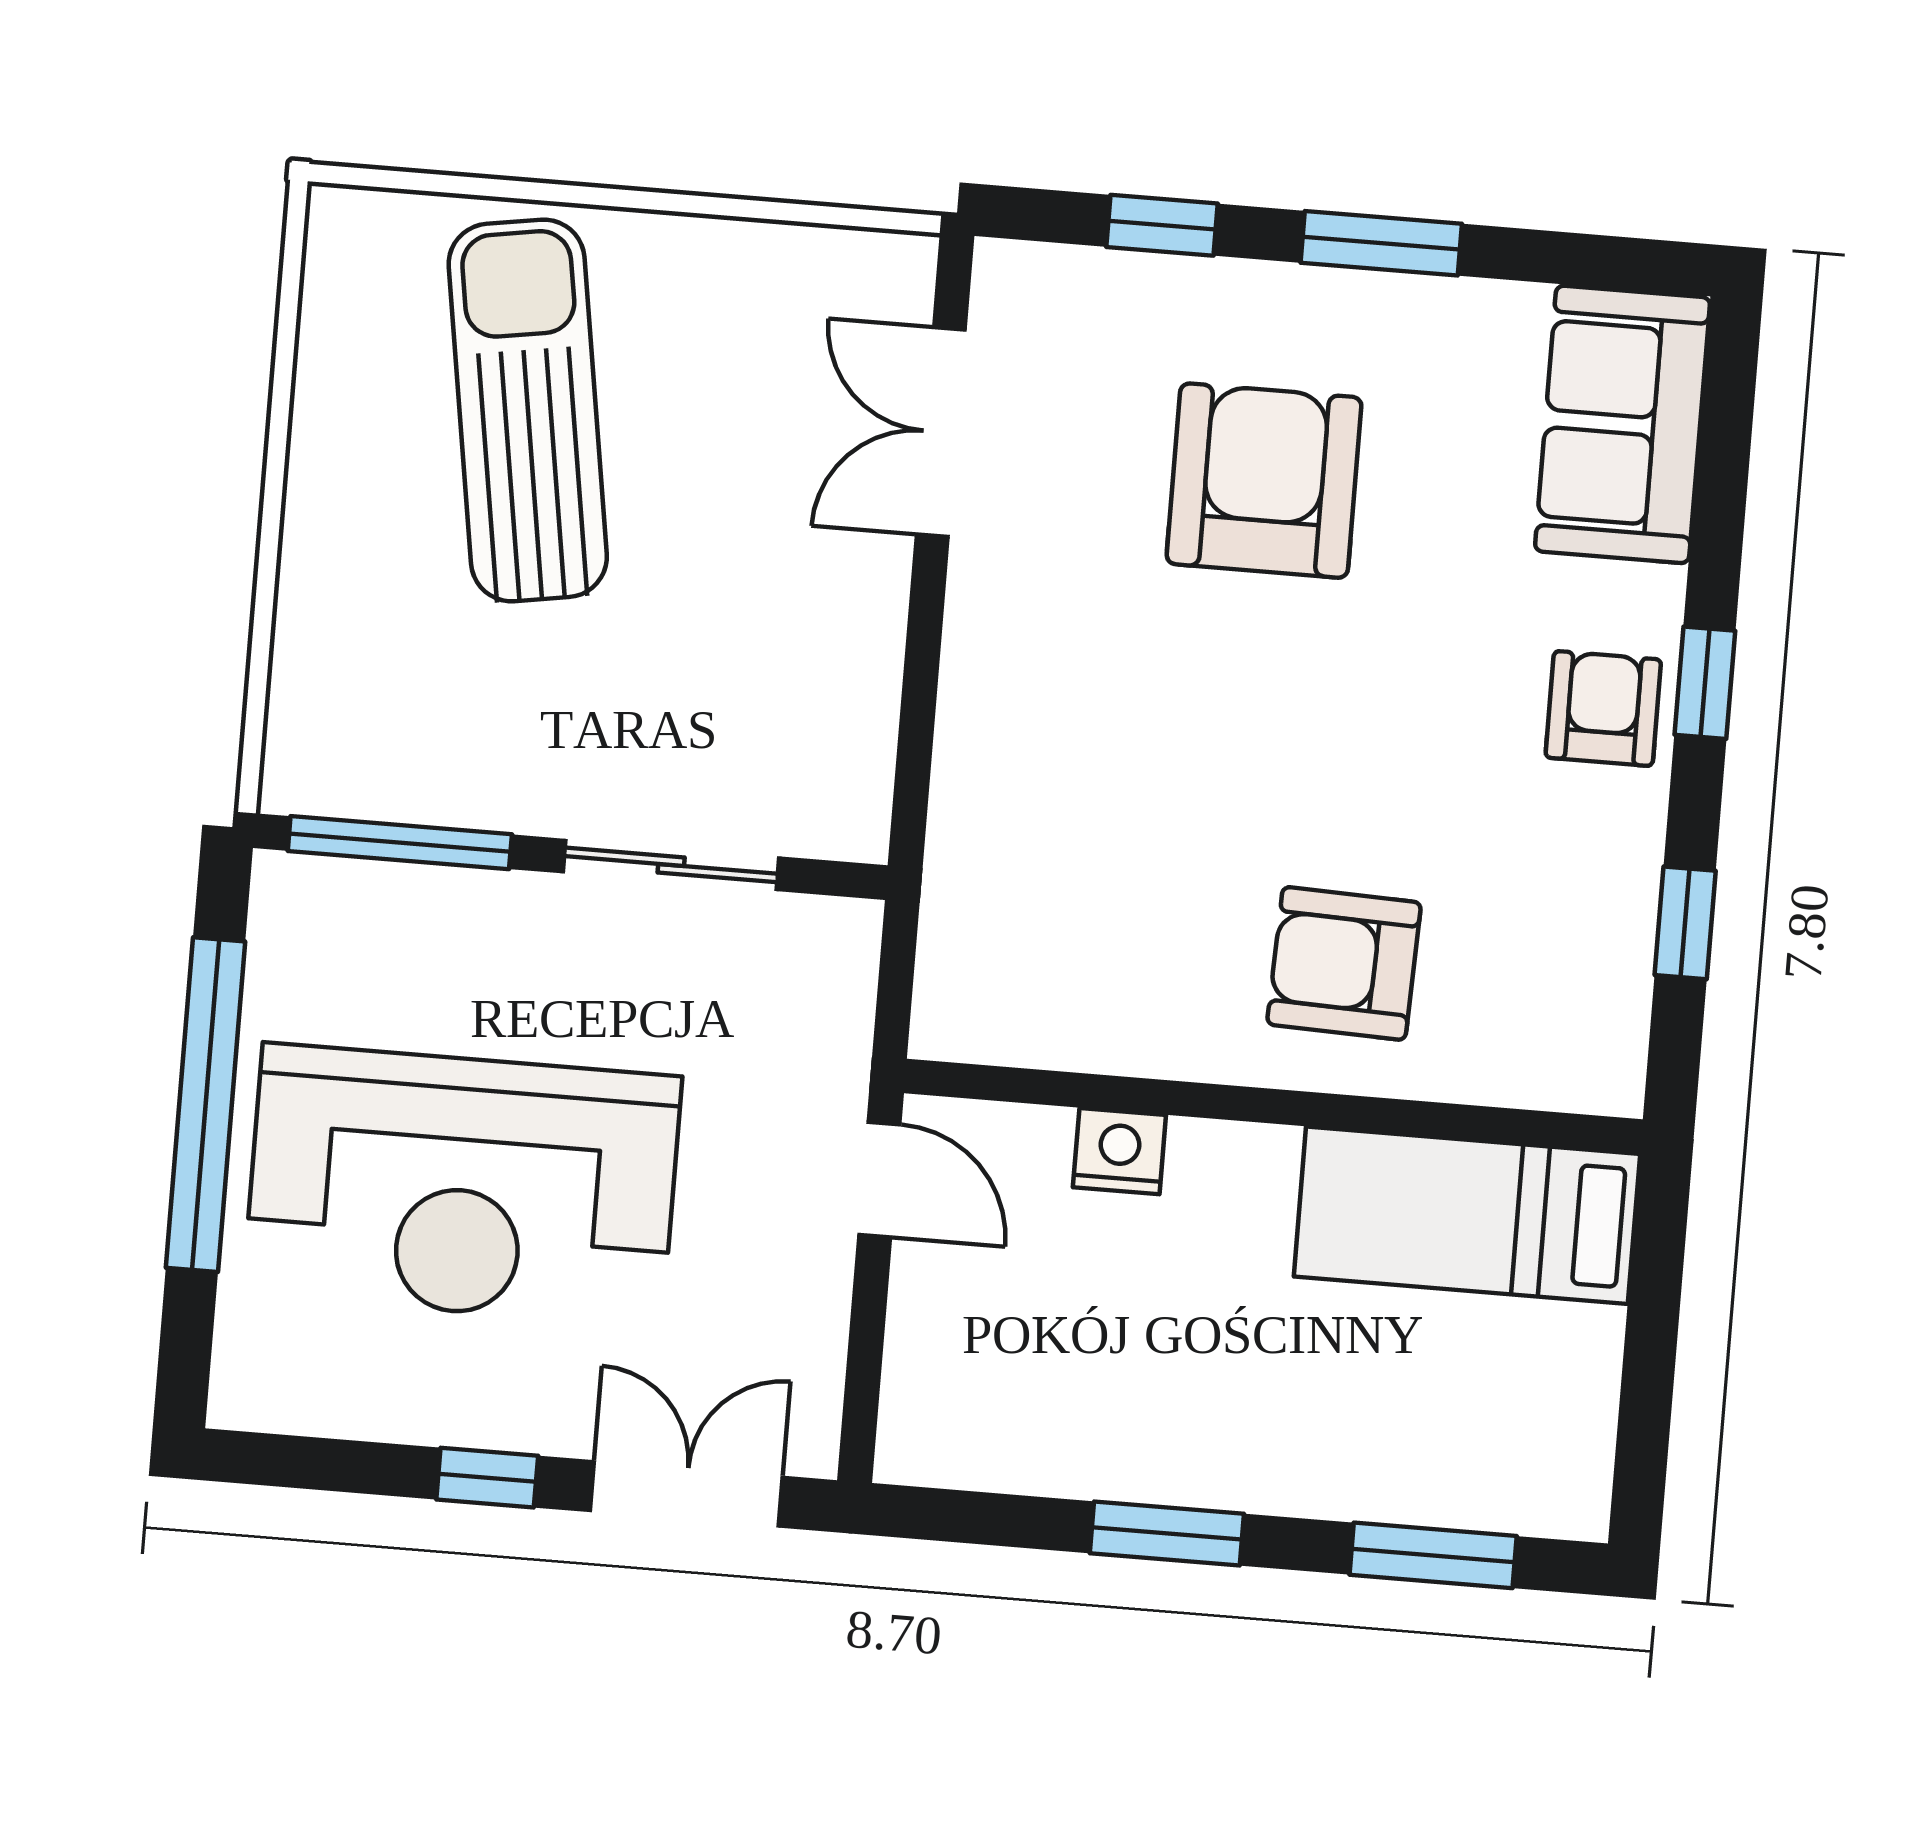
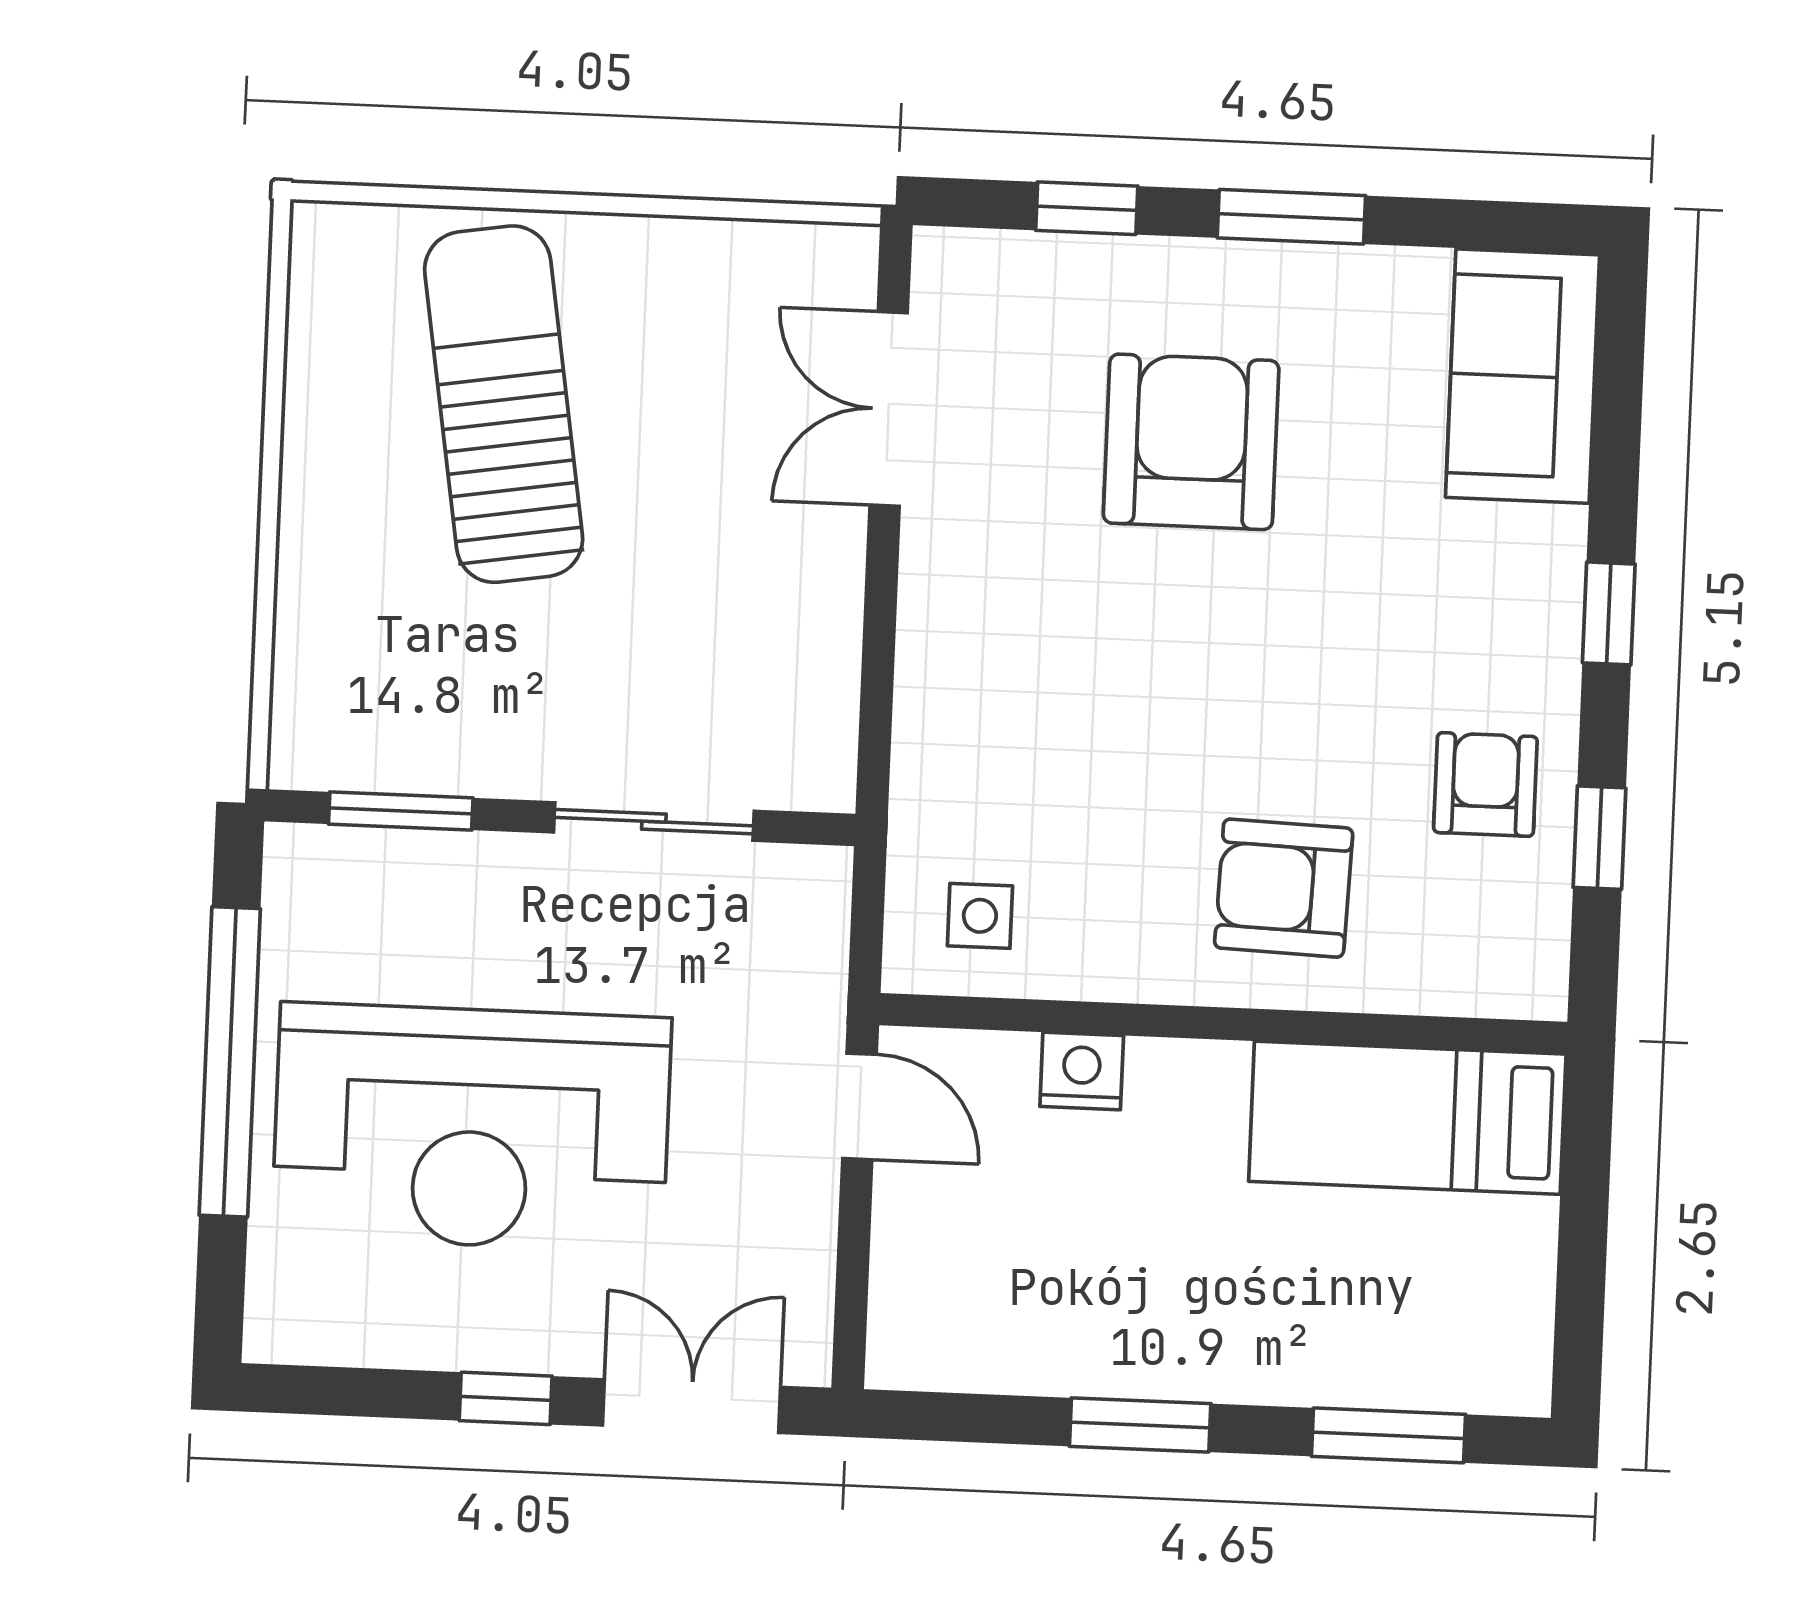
armchair: (1603, 709) -> (1485, 784), moved
window: (400, 843) -> (401, 811), width x0.69
side table: (1017, 980) -> (980, 916), added

